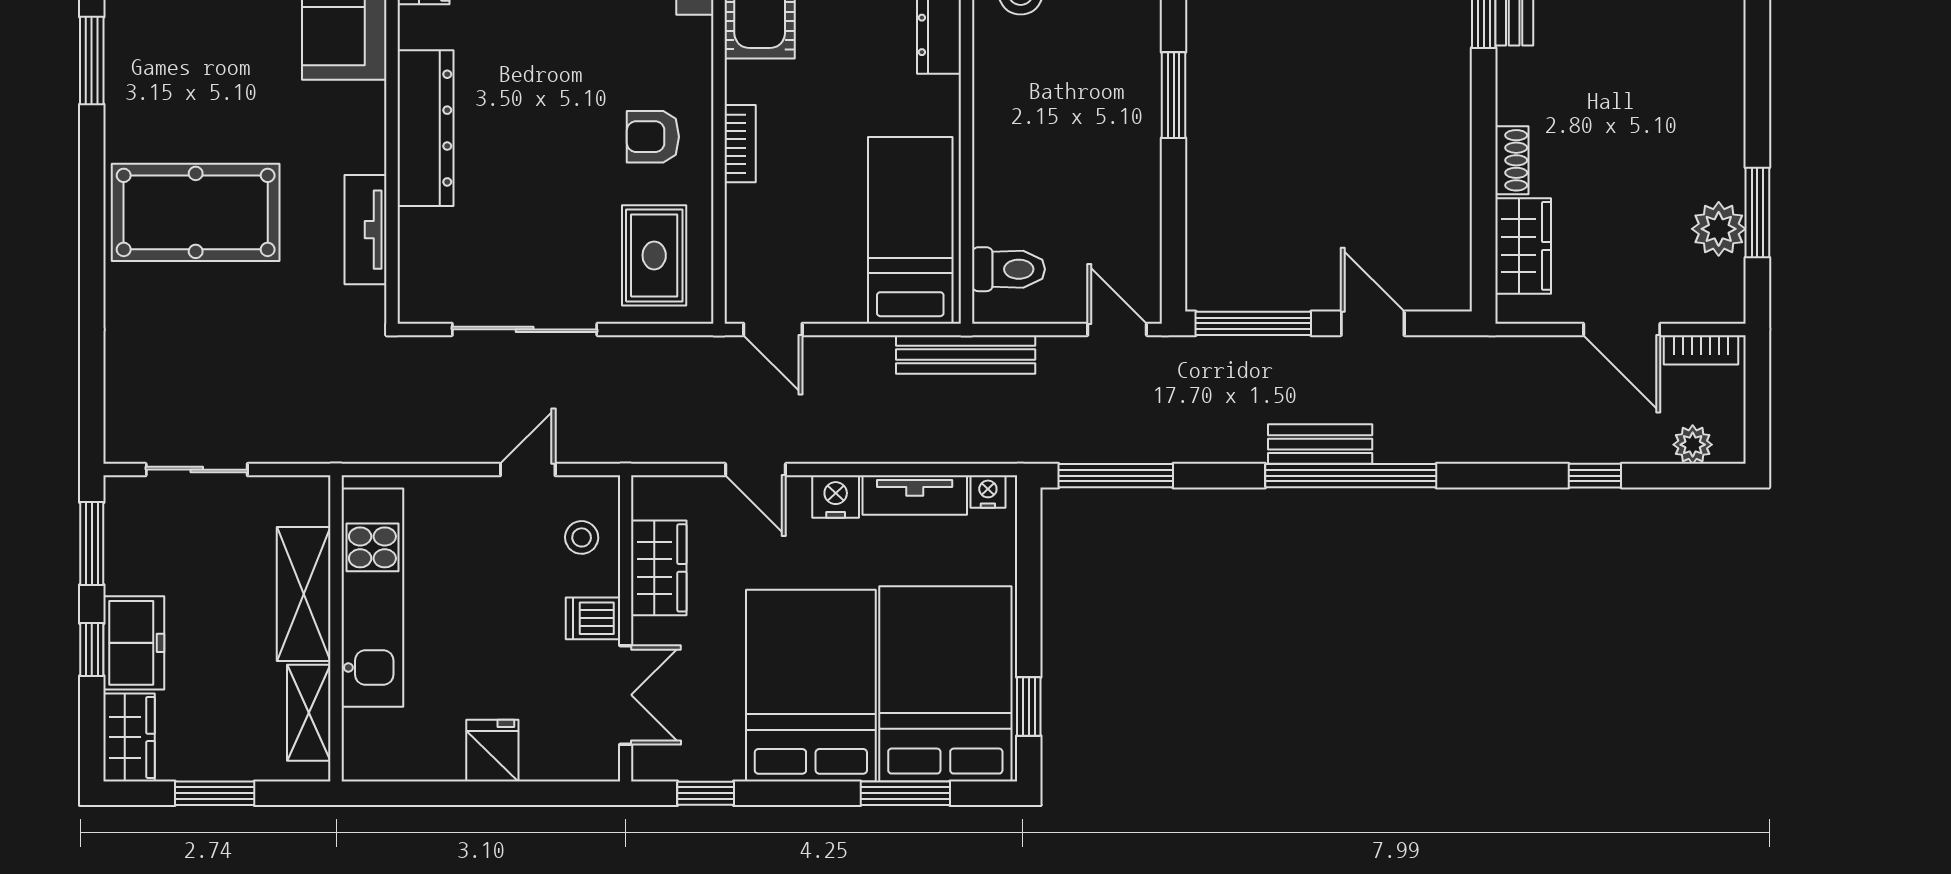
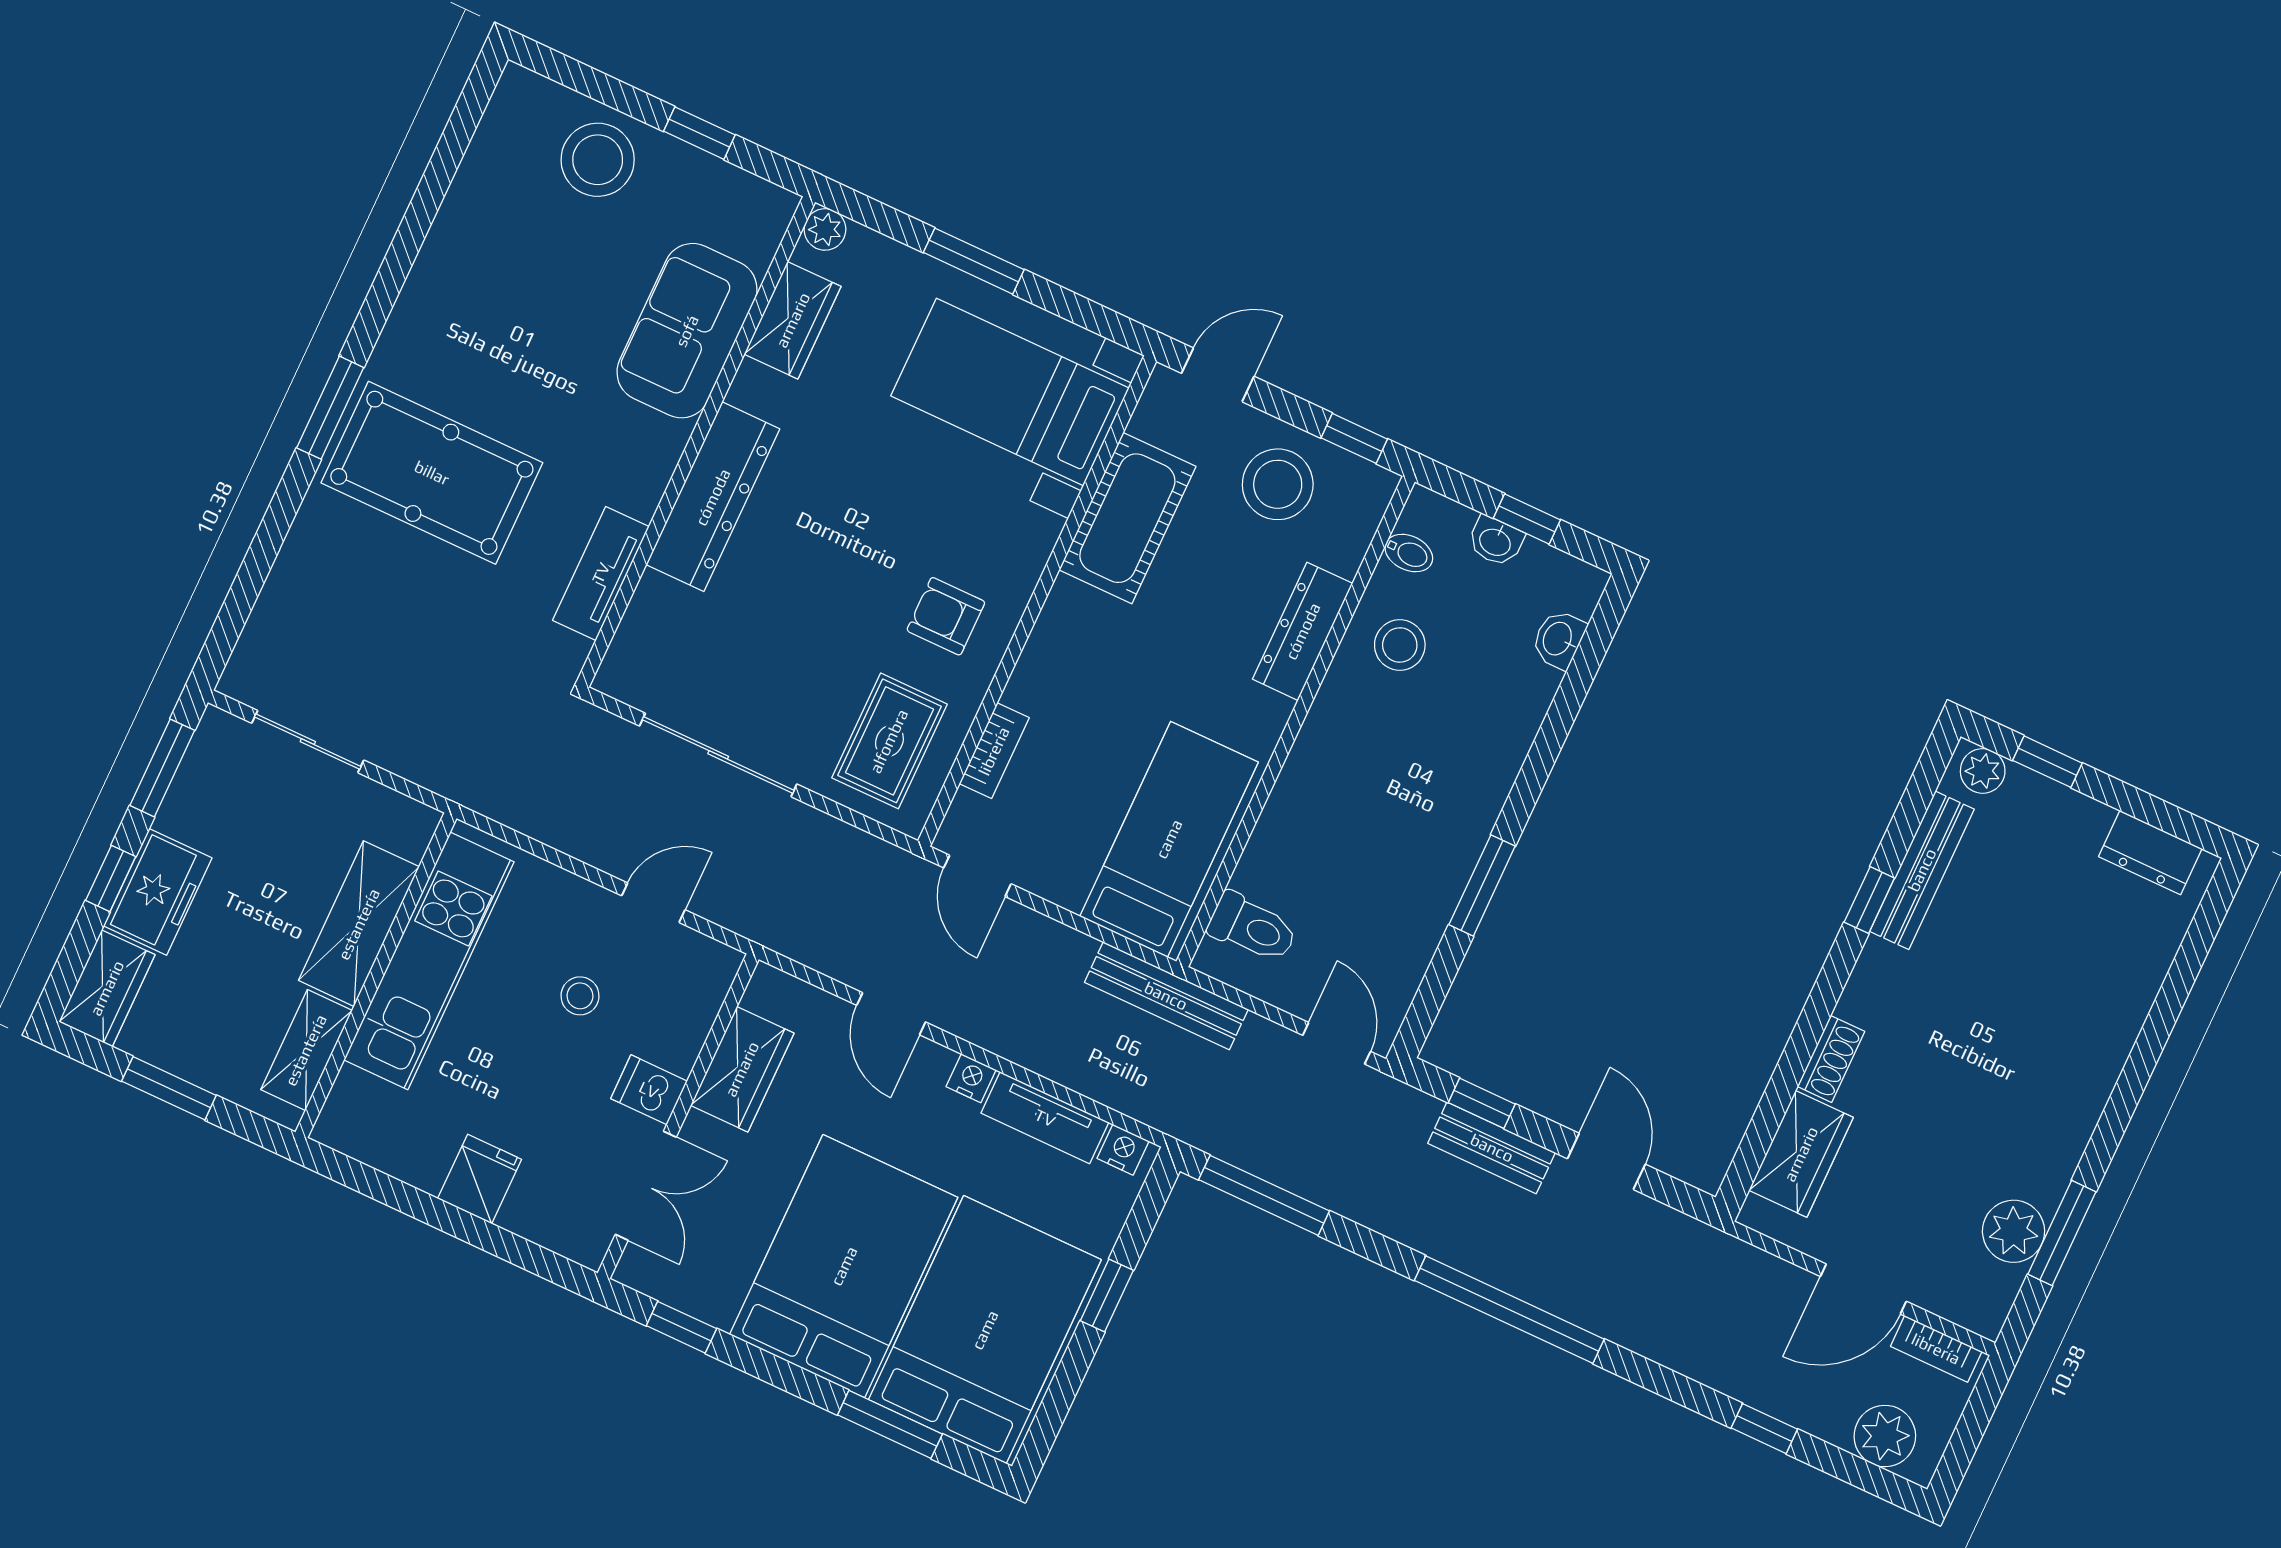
window: (92, 61) -> (330, 408), moved
window: (1174, 95) -> (1482, 885), moved
bookcase: (740, 144) -> (994, 751), moved
window: (1253, 323) -> (1482, 1103), width x0.46
door: (1622, 329) -> (1863, 1289), hinge flipped
bench: (1320, 444) -> (1492, 1148), moved
plant: (1693, 445) -> (1885, 1436), width x1.38, depth x1.38
nightstand: (836, 497) -> (971, 1078), width x0.72, depth x0.74
stool: (582, 537) -> (580, 996), moved
window: (1029, 707) -> (1107, 1295), moved

